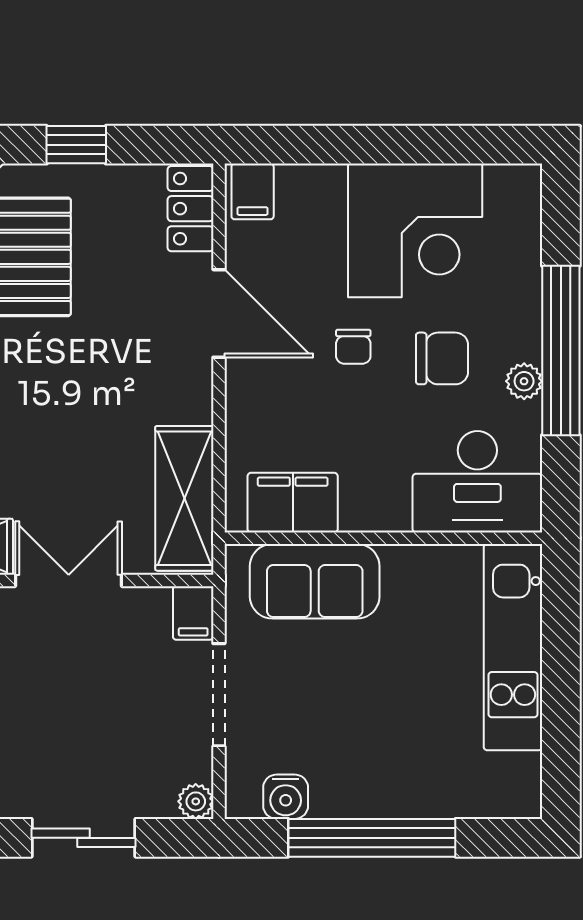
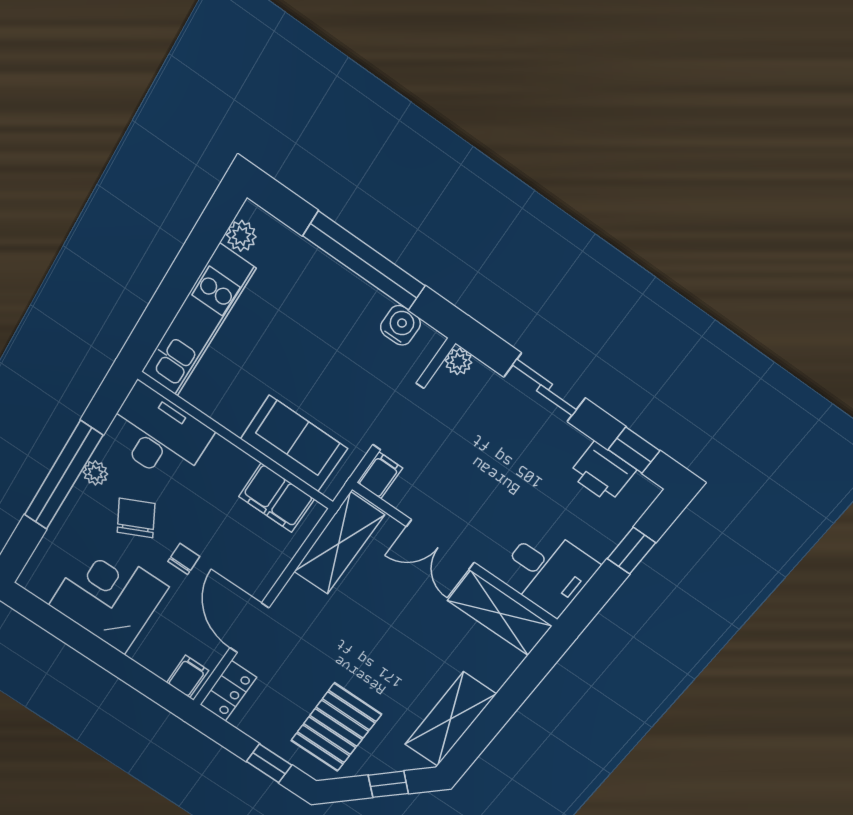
chair: (442, 358) -> (136, 518), turned 63
plant: (522, 774) -> (241, 236), added

